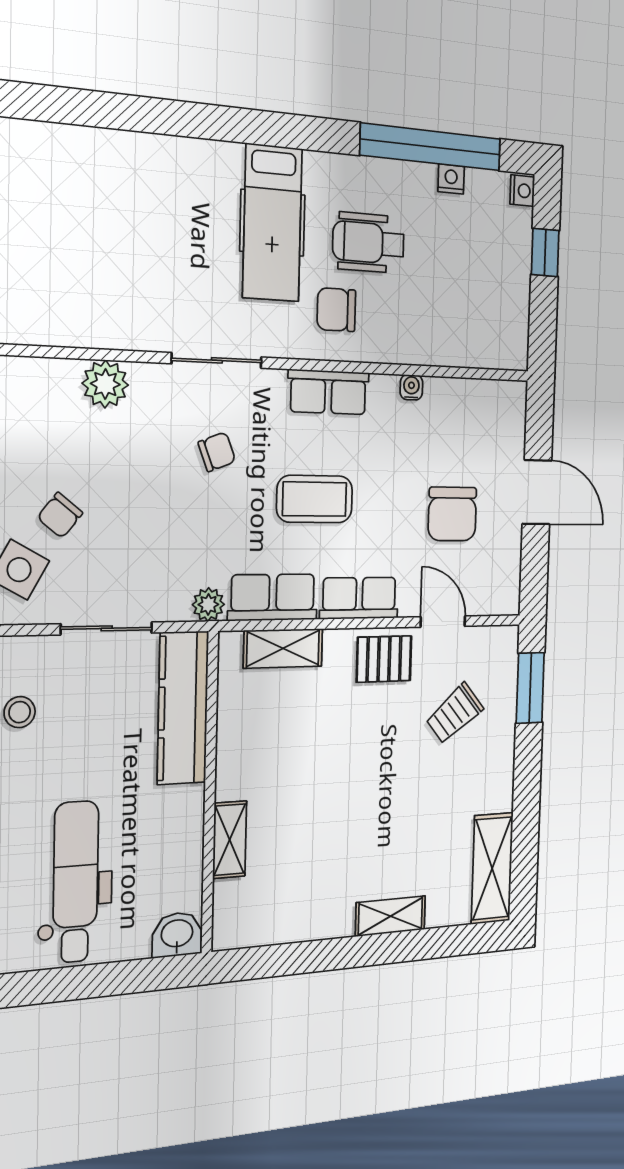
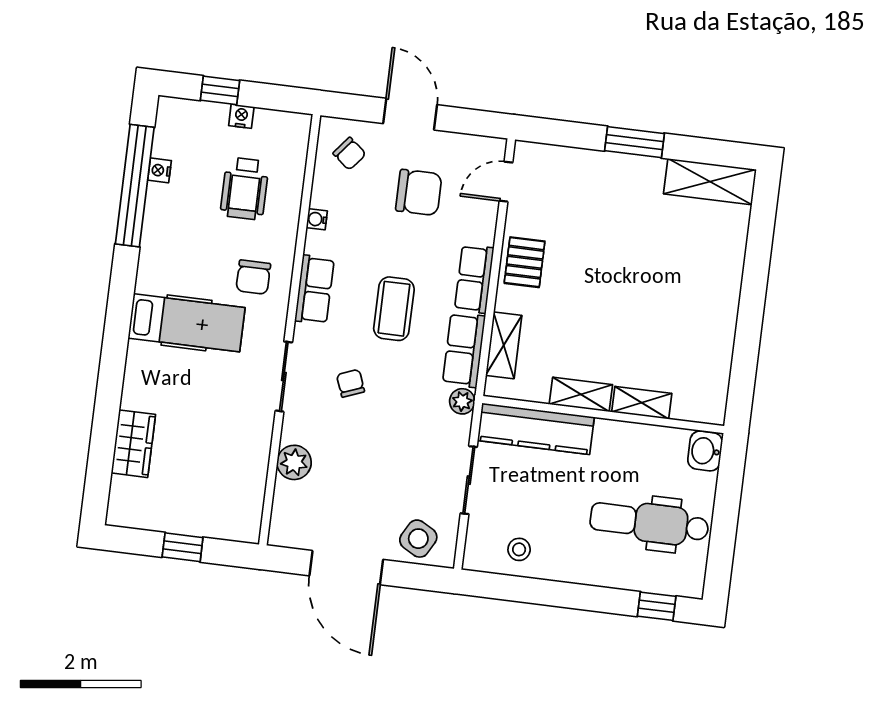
wardrobe: (107, 154) -> (133, 444), added
nightstand: (522, 191) -> (241, 116), moved
wheelchair: (368, 243) -> (245, 189), moved
door: (537, 492) -> (410, 114), hinge flipped
chair: (60, 515) -> (349, 154), moved
door: (443, 622) -> (506, 182), moved
window: (530, 688) -> (634, 142), moved
trolley: (455, 713) -> (577, 205), removed
shelving: (391, 916) -> (581, 394), moved, turned 90

